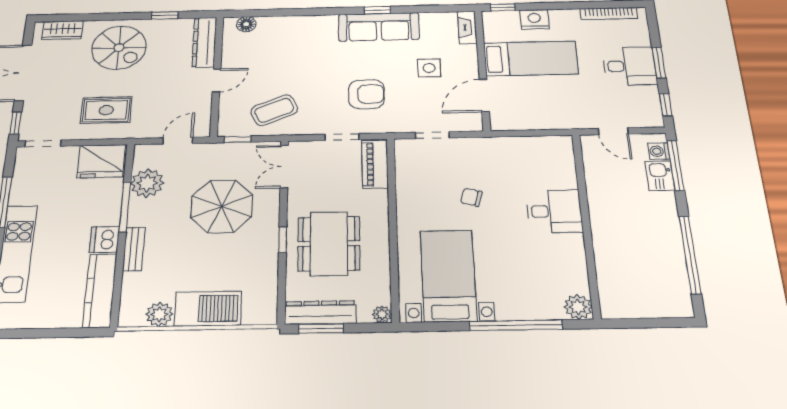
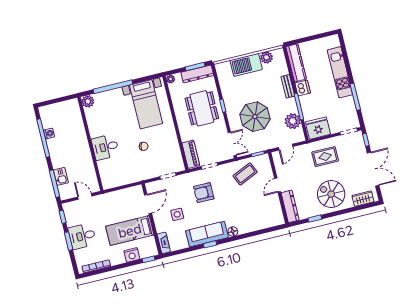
floor lamp: (246, 24) -> (233, 232), moved
washing machine: (659, 151) -> (49, 134), moved

